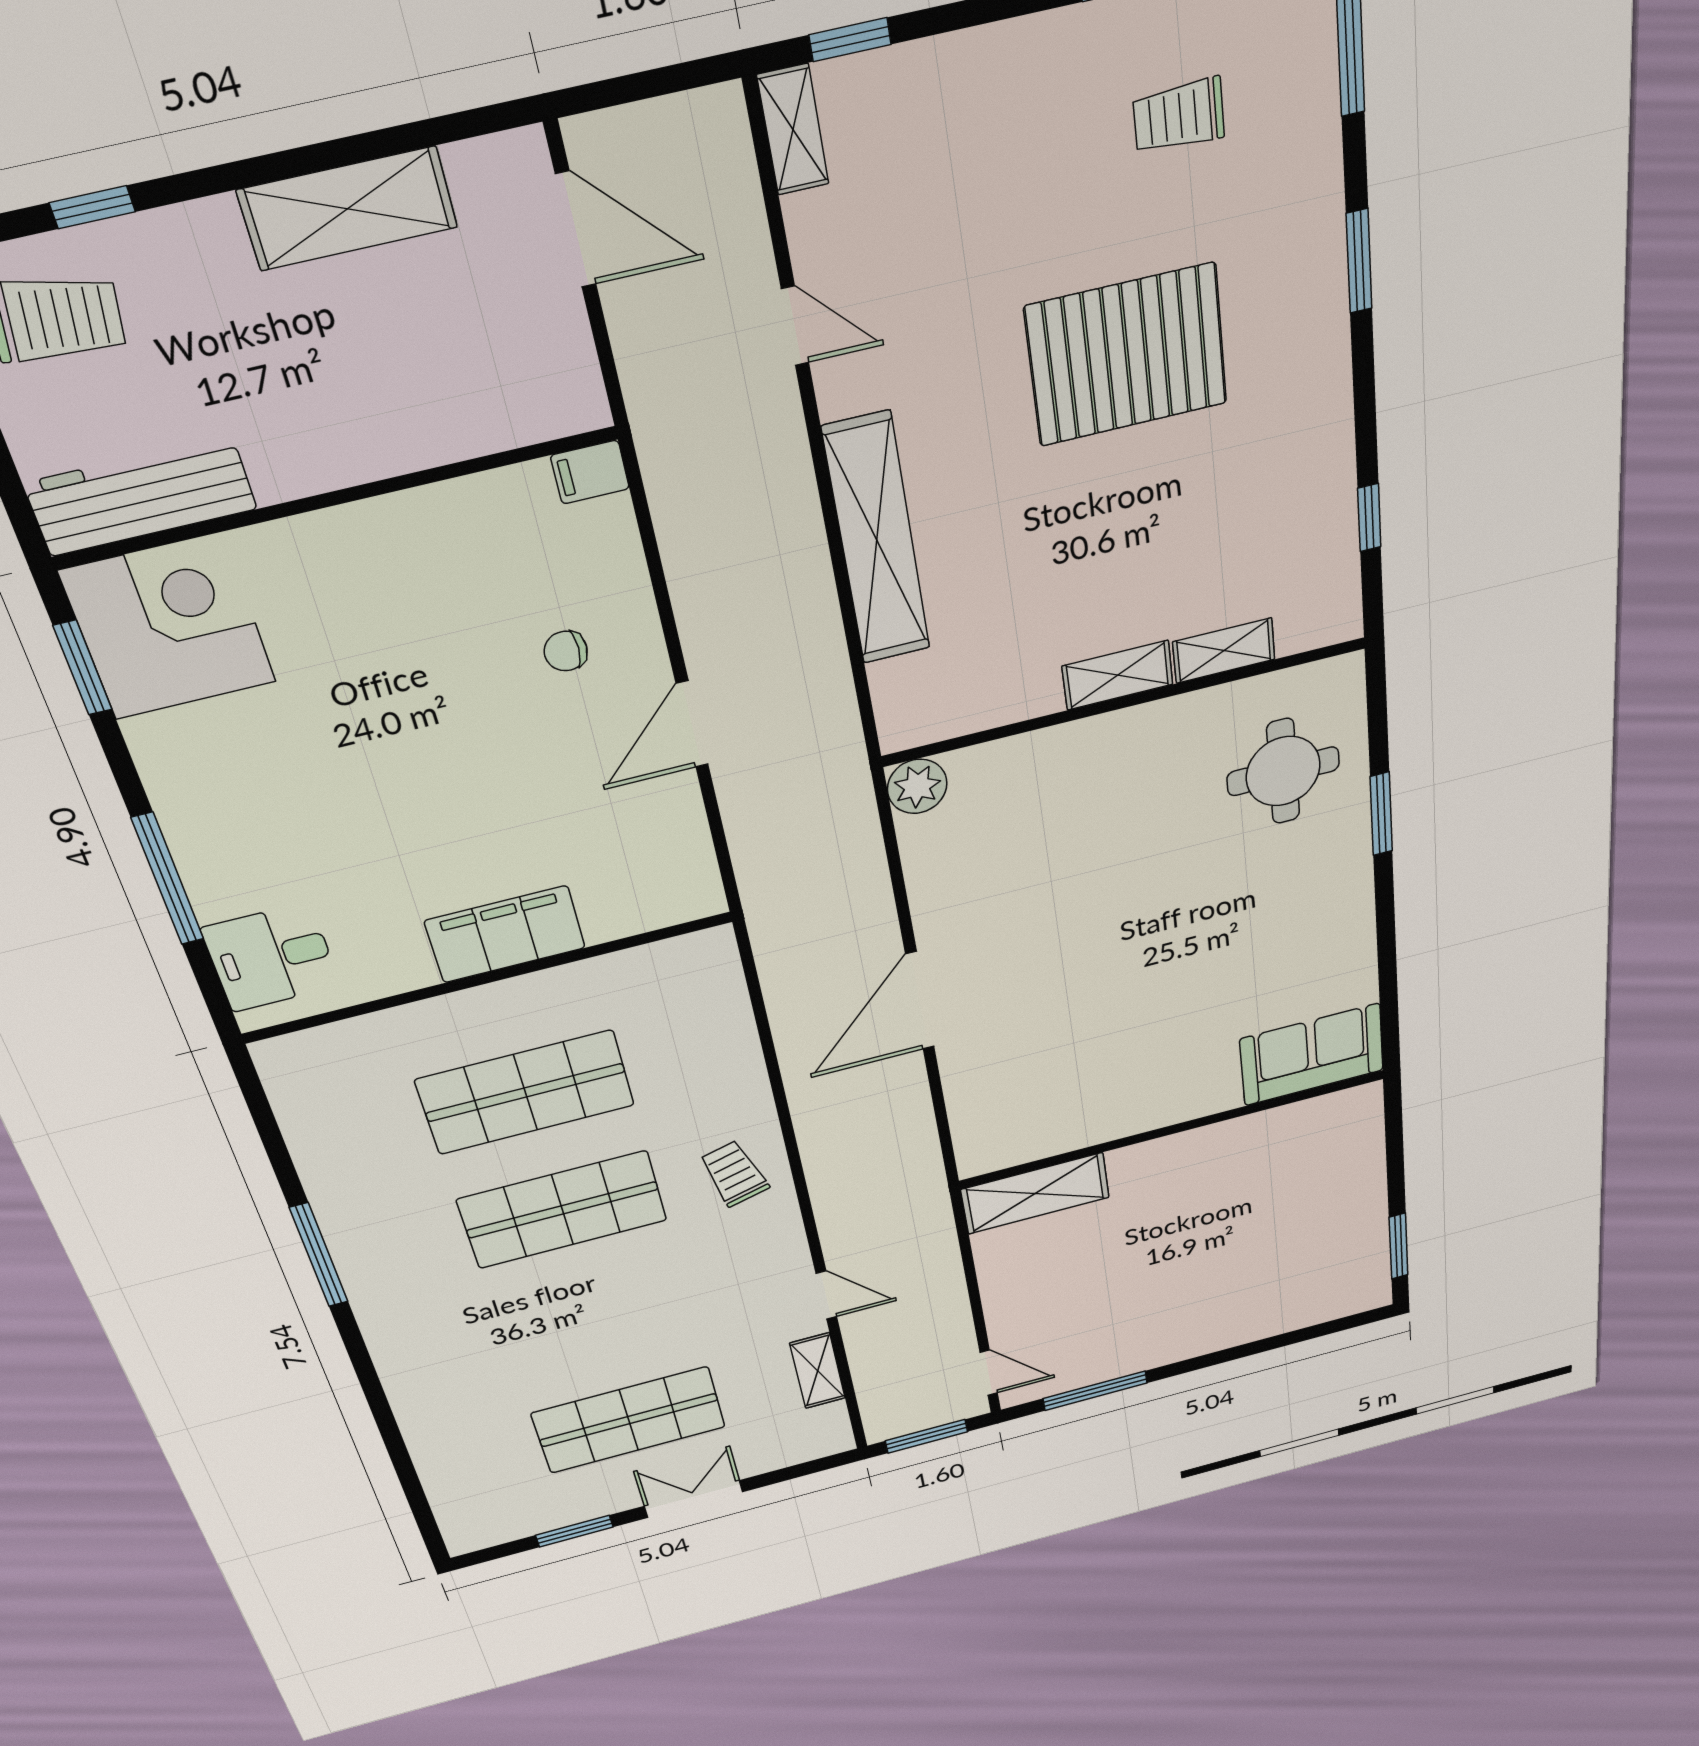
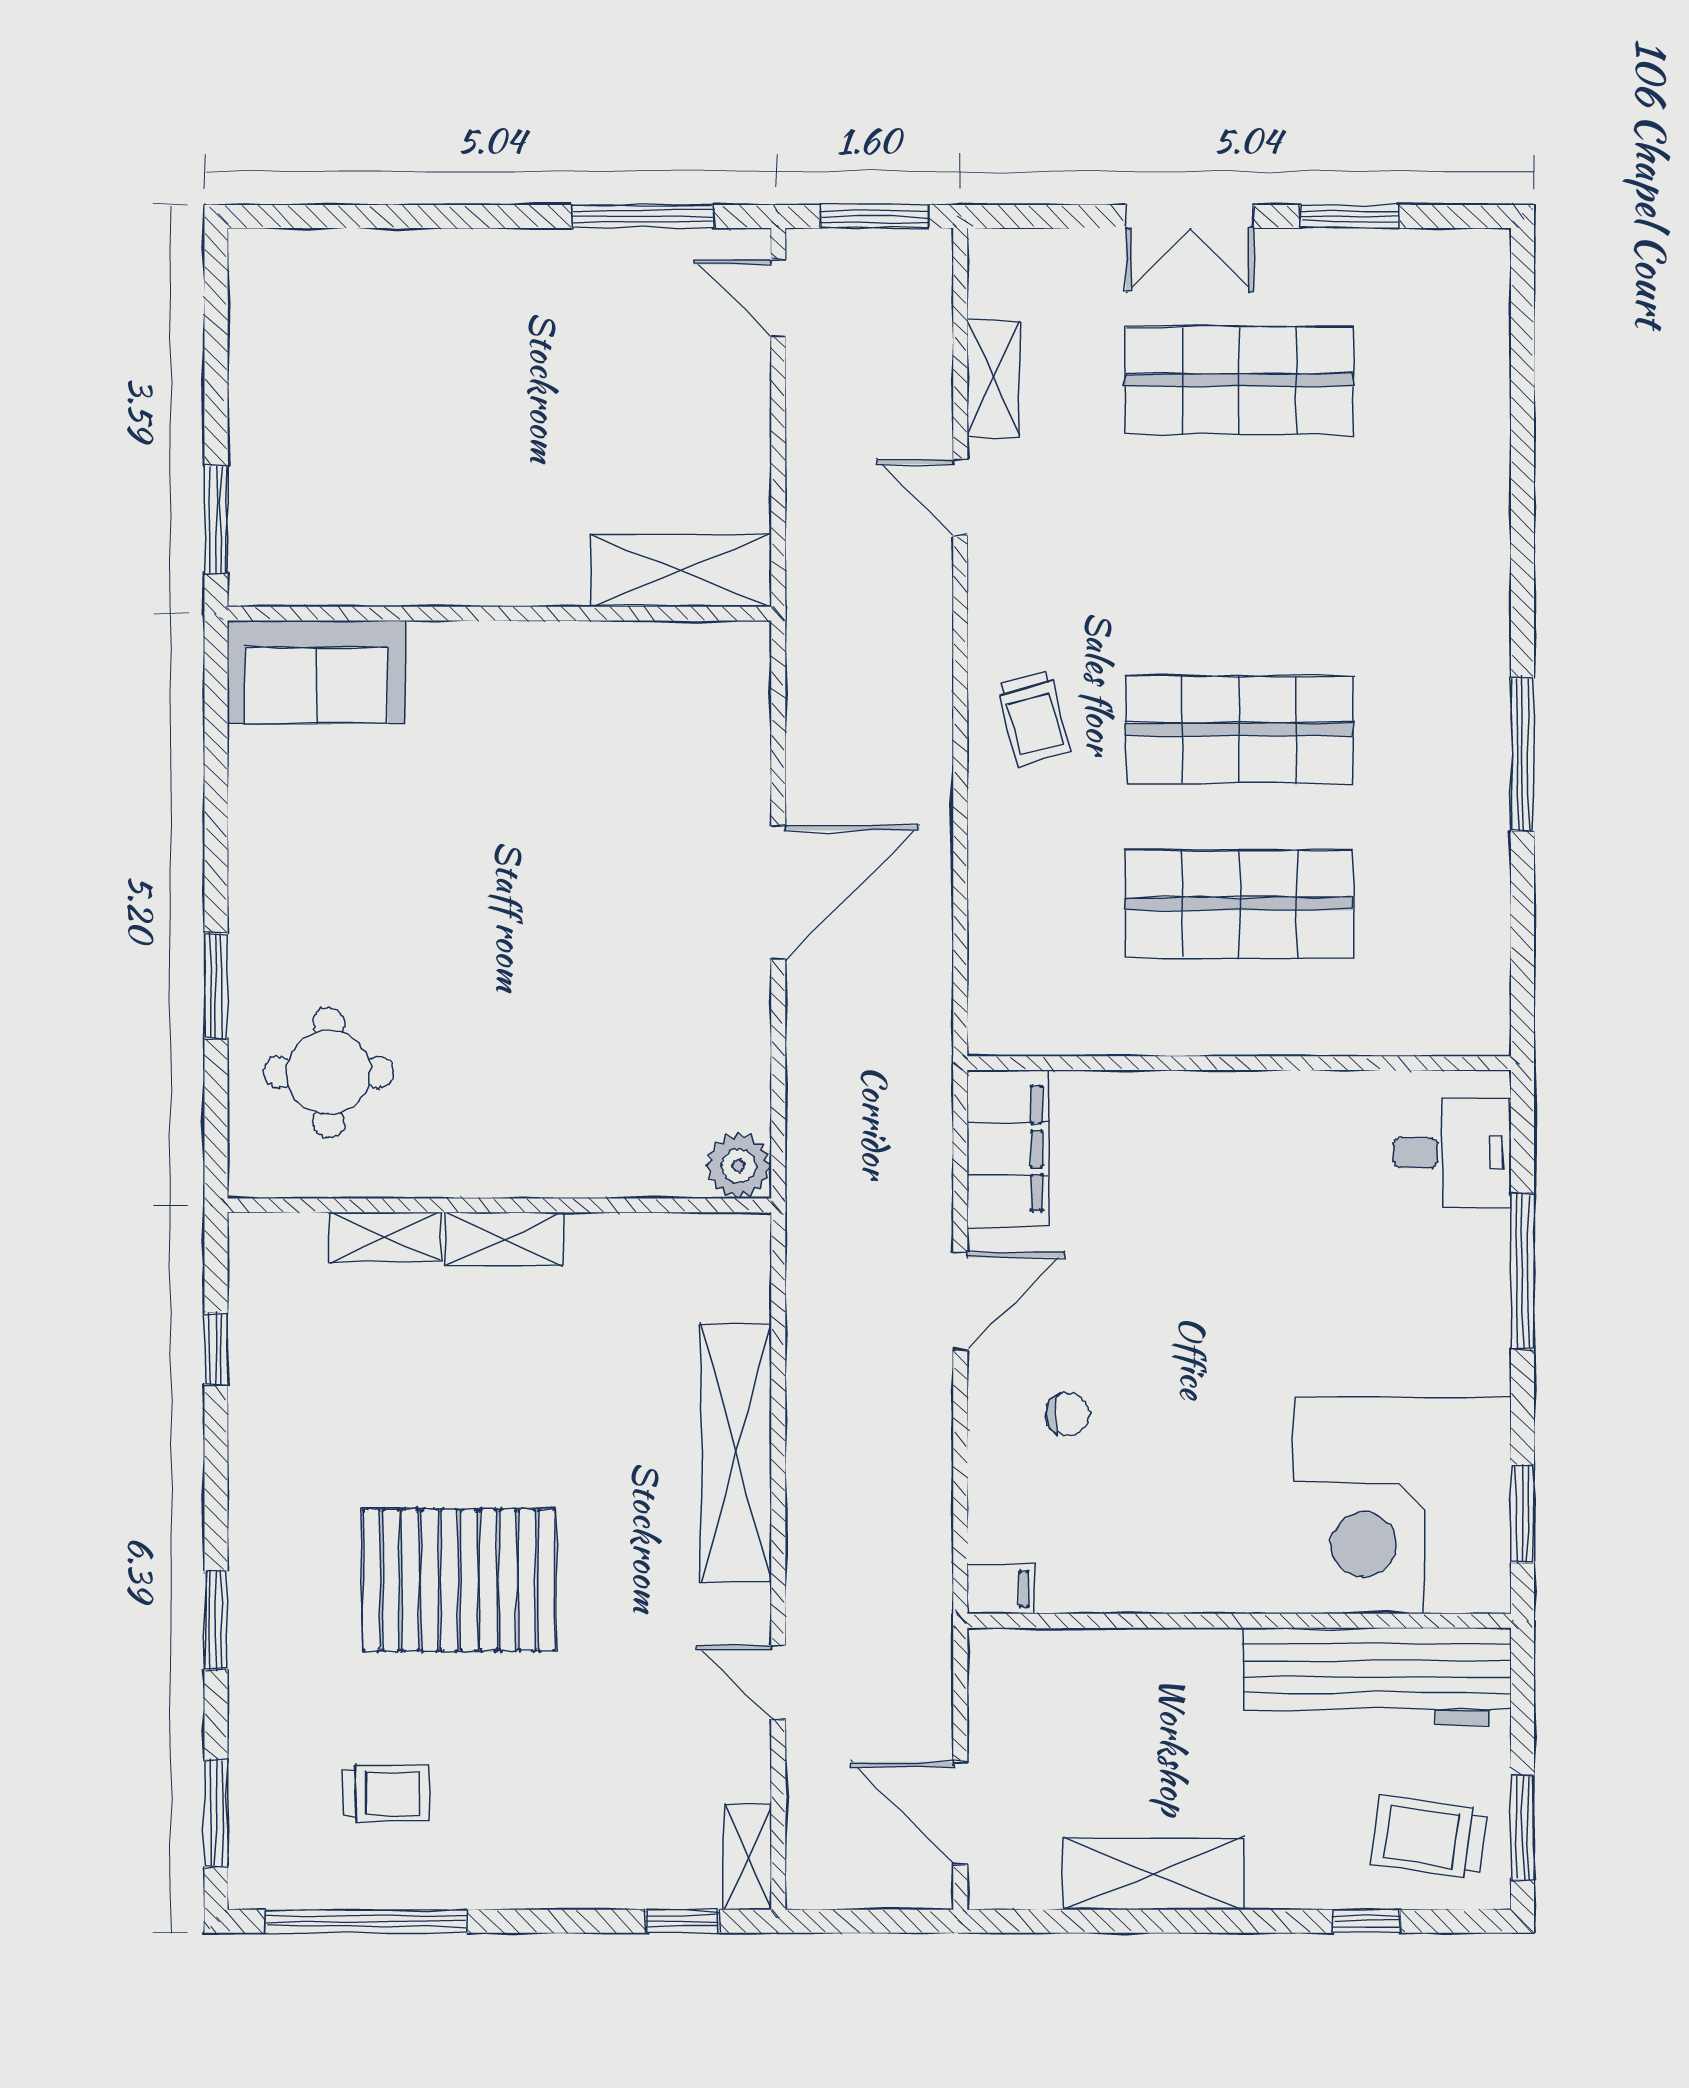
workbench: (141, 496) -> (1377, 1676), width x1.36, depth x1.32
corner desk: (169, 627) -> (1403, 1505), width x1.36, depth x1.36
filing cabinet: (505, 934) -> (1008, 1149), moved, turned -90
window: (1399, 1246) -> (216, 520), moved

